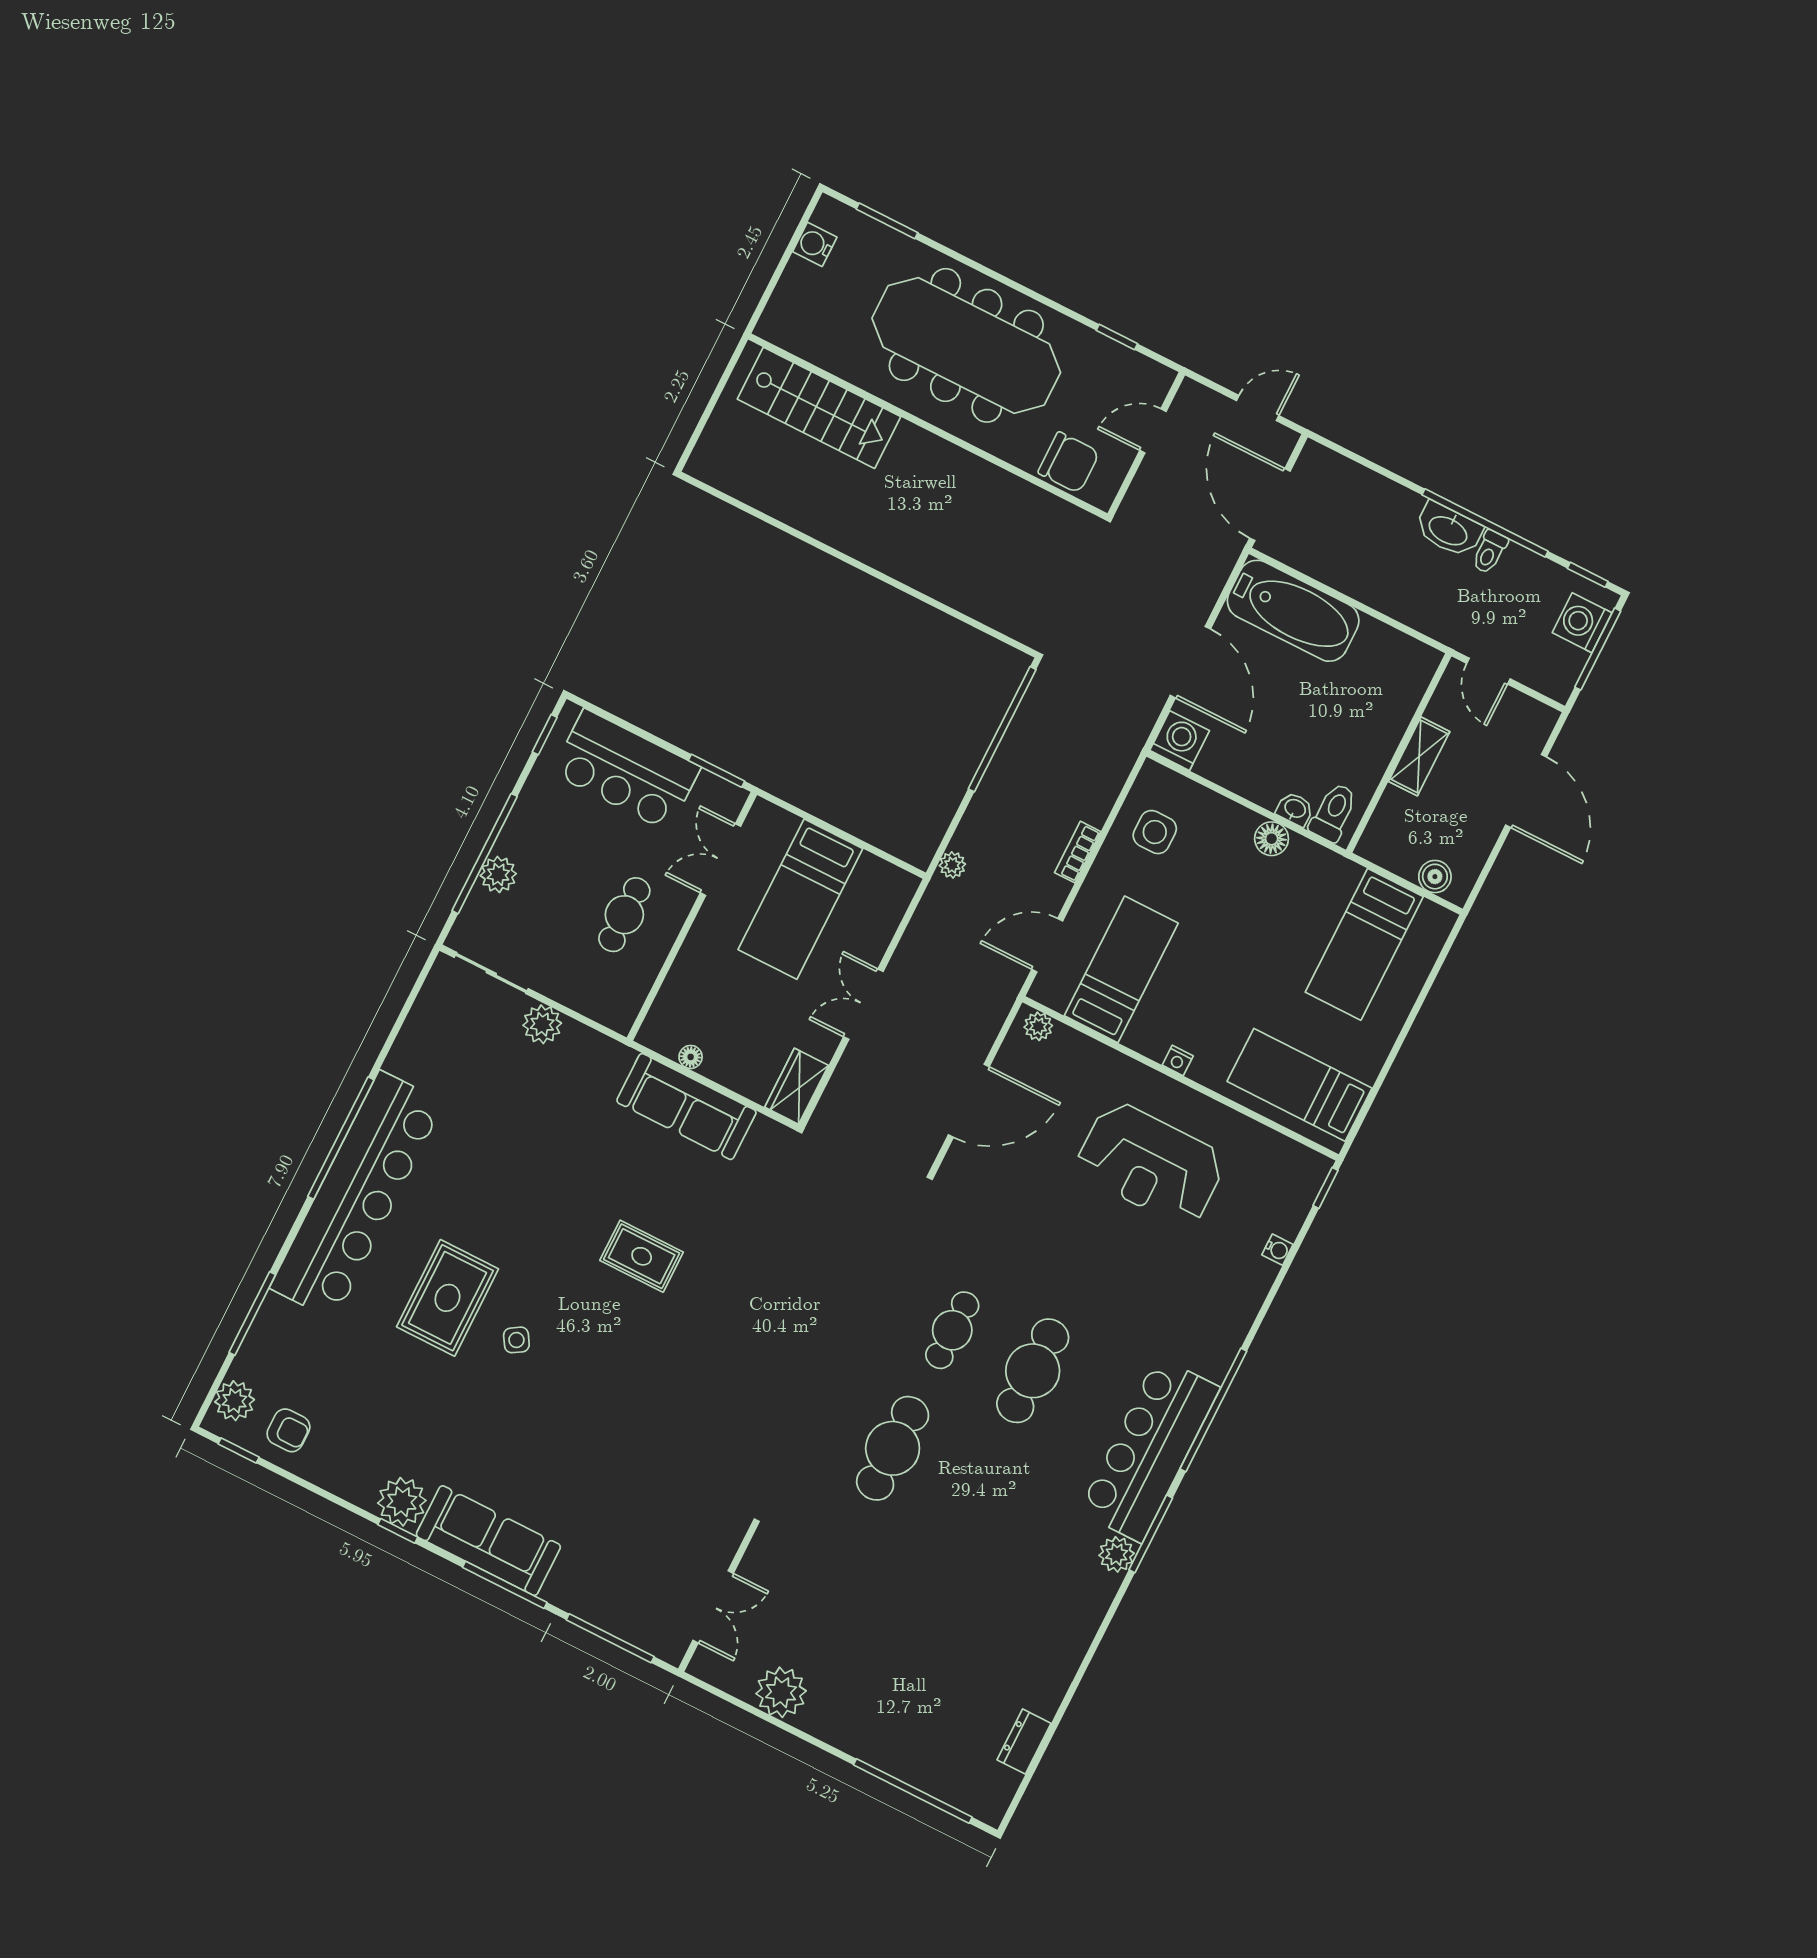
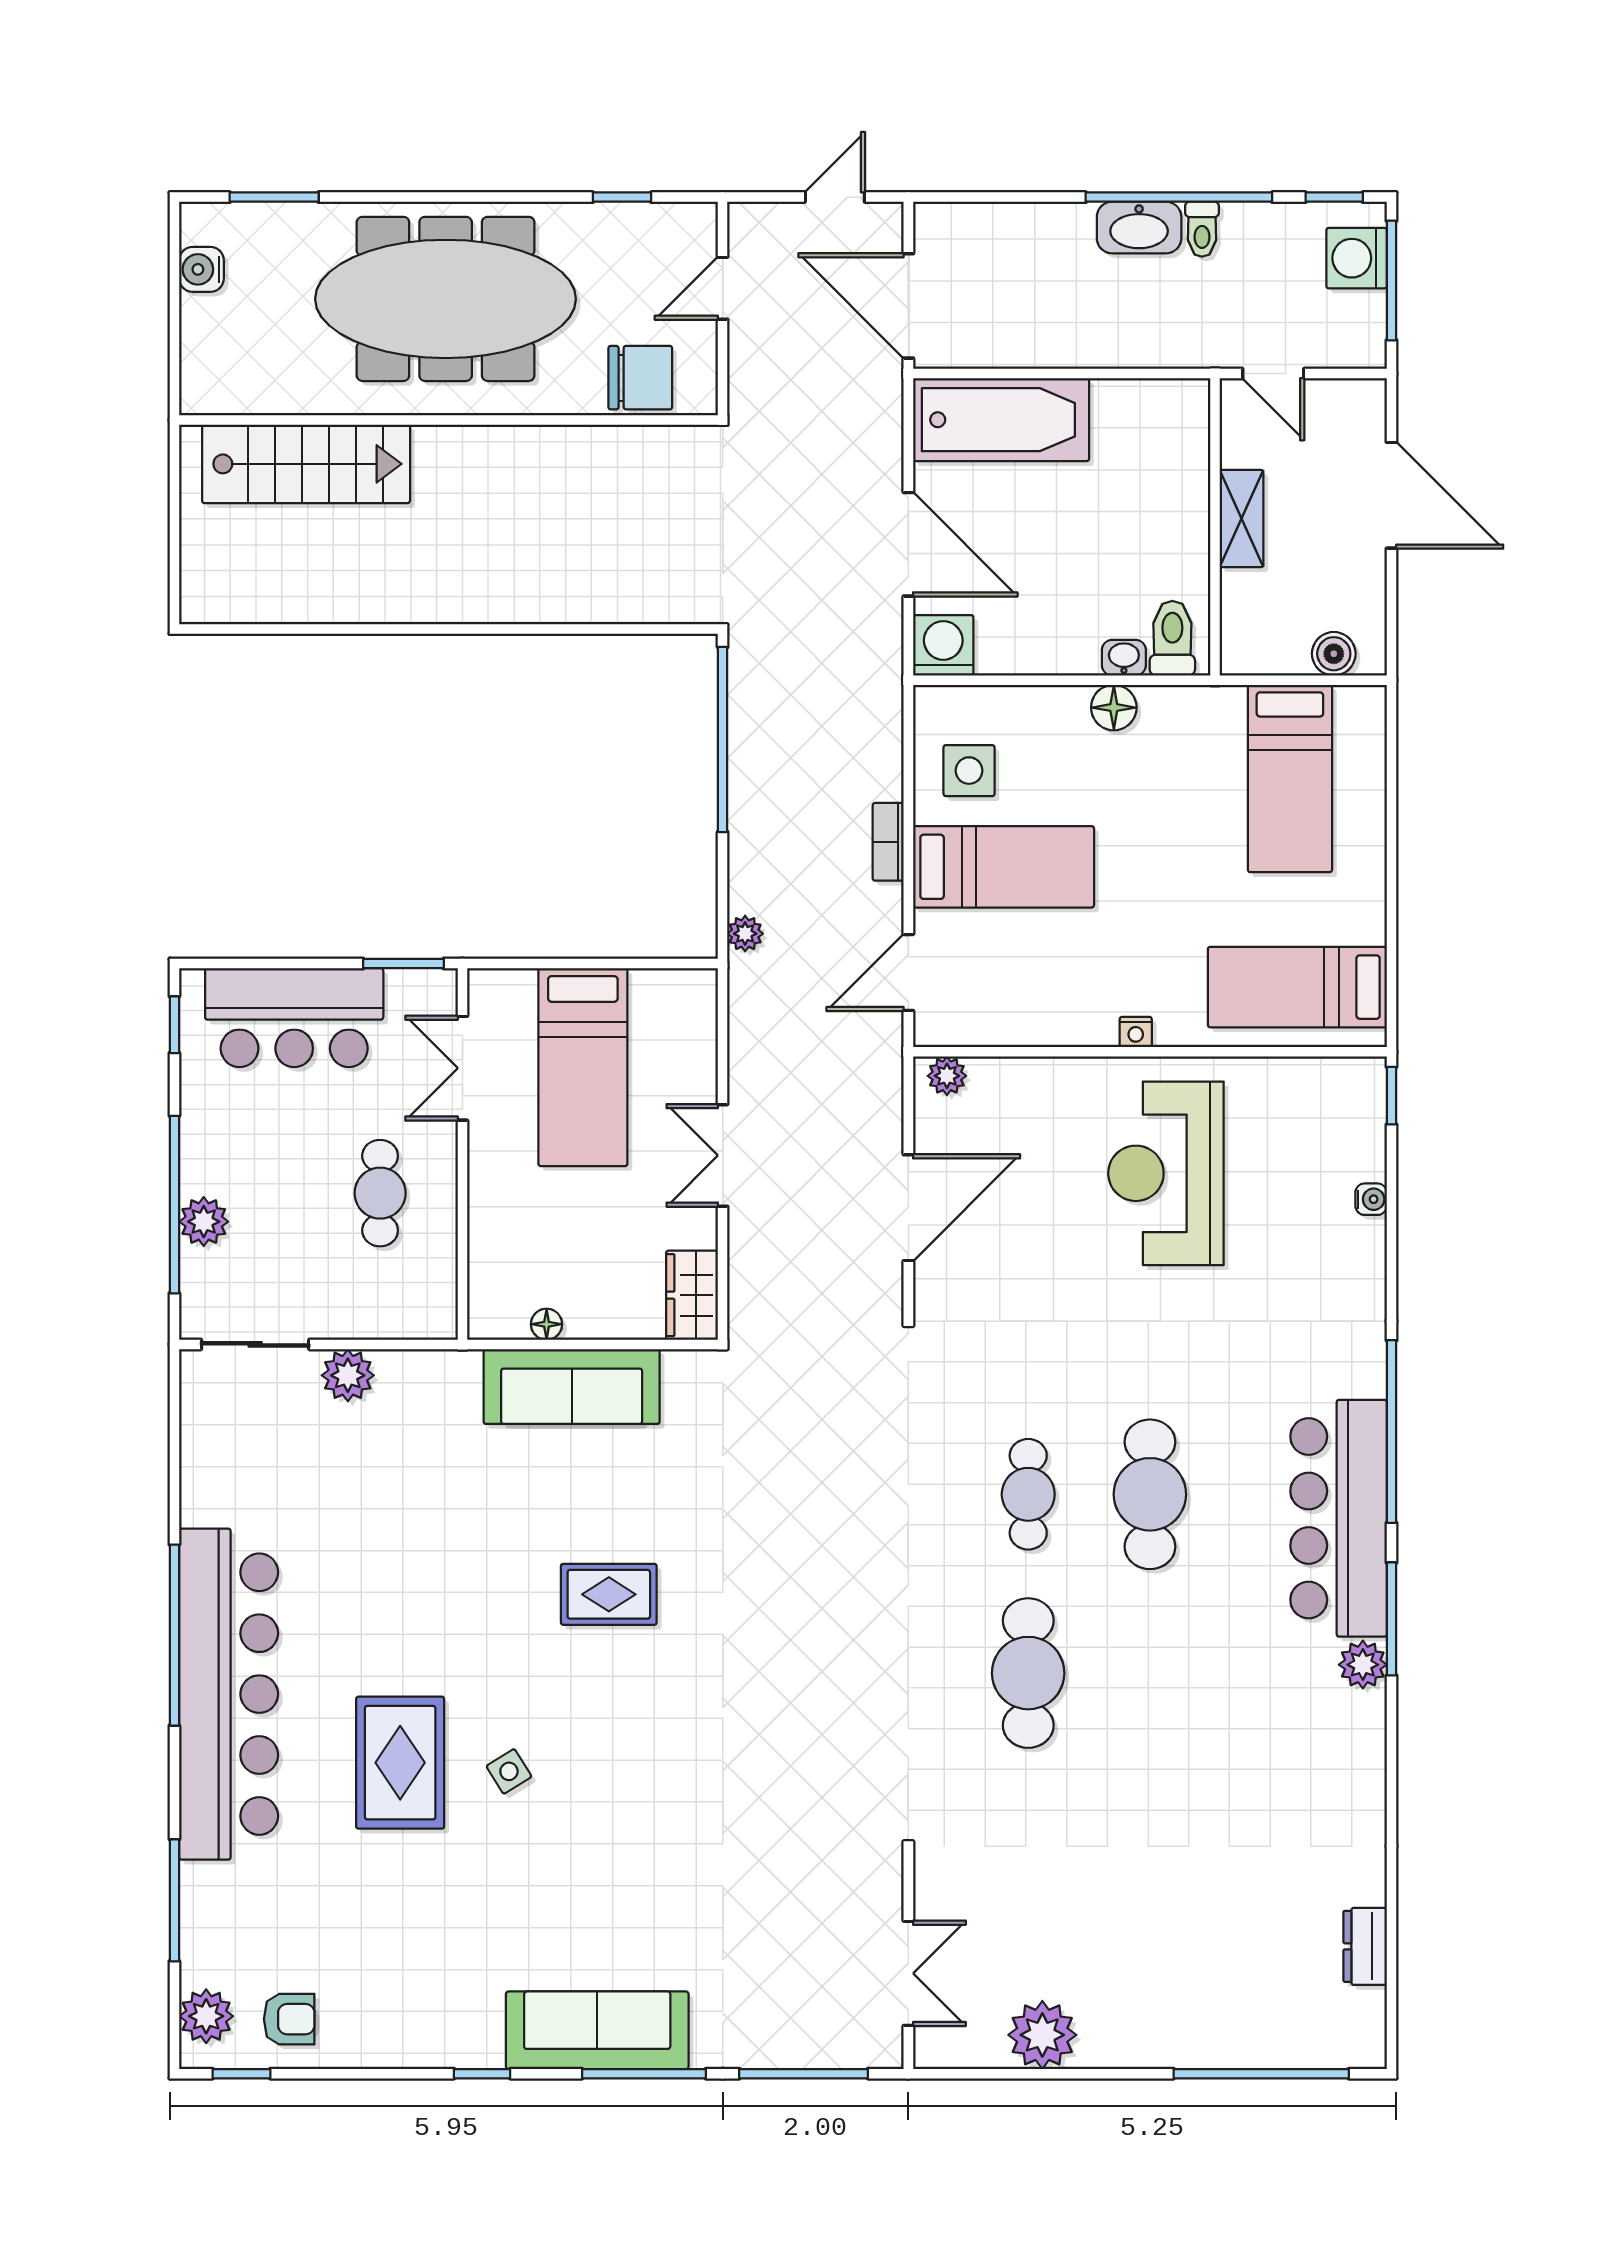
bed: (1121, 969) -> (1004, 867), moved, turned 90
reception desk: (1150, 1164) -> (1166, 1173), turned 90
plant: (402, 1502) -> (469, 2036), removed

